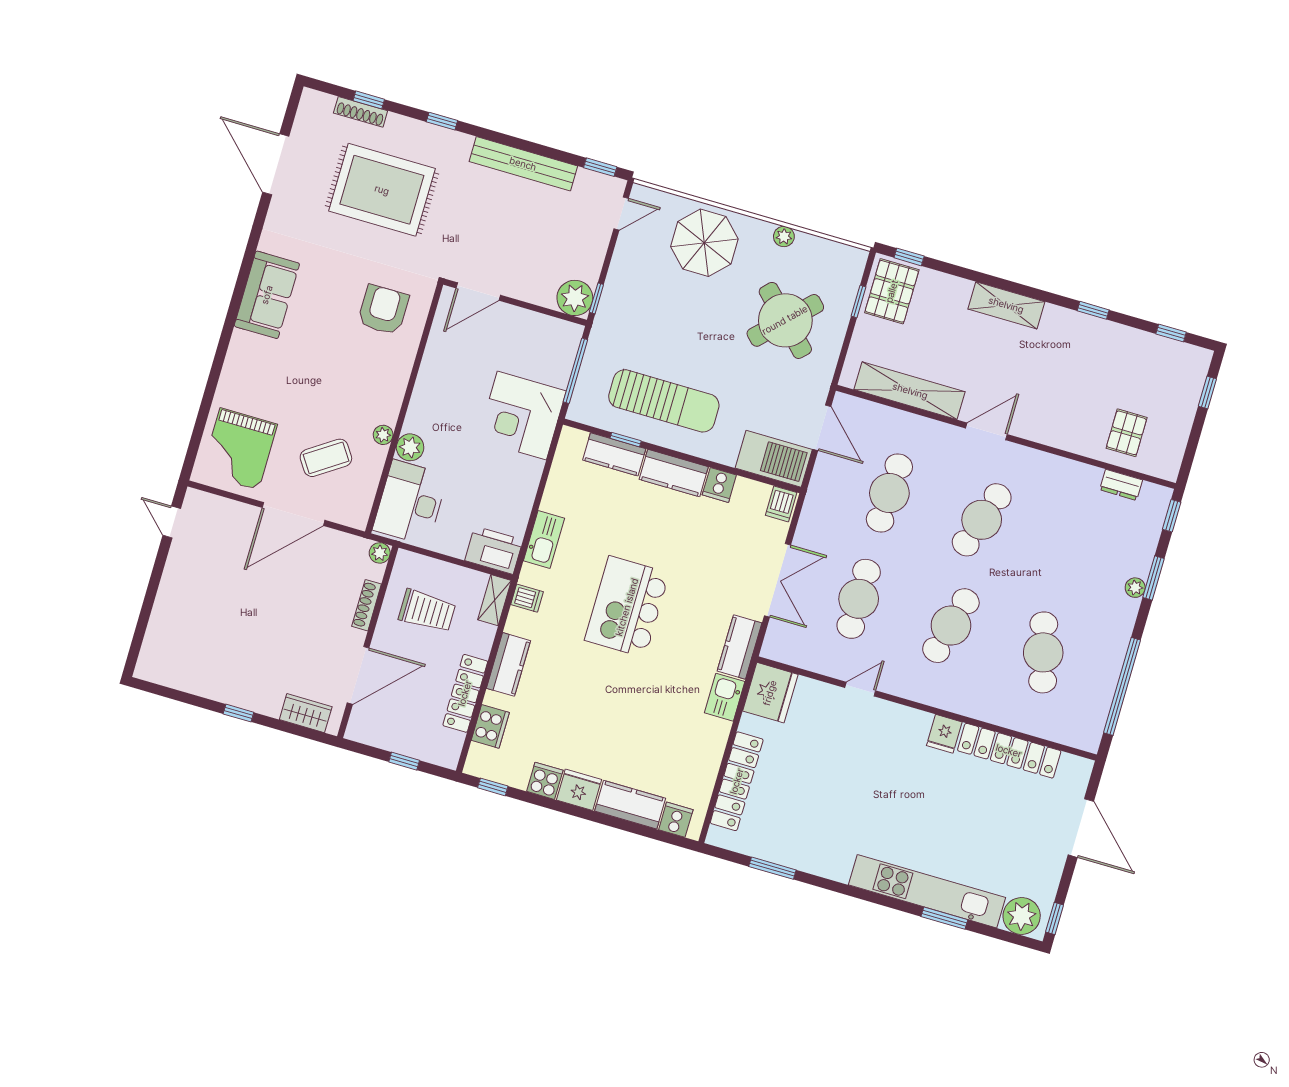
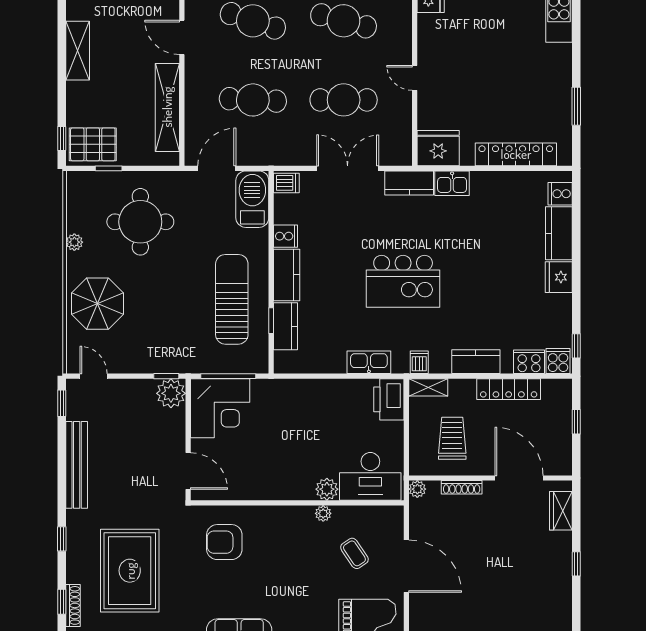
round table: (785, 320) -> (140, 222), turned 45
corner desk: (522, 415) -> (220, 408), moved
coffee table: (326, 458) -> (354, 553), width x0.73, depth x0.77
cooker: (545, 781) -> (558, 361), moved, turned 90

